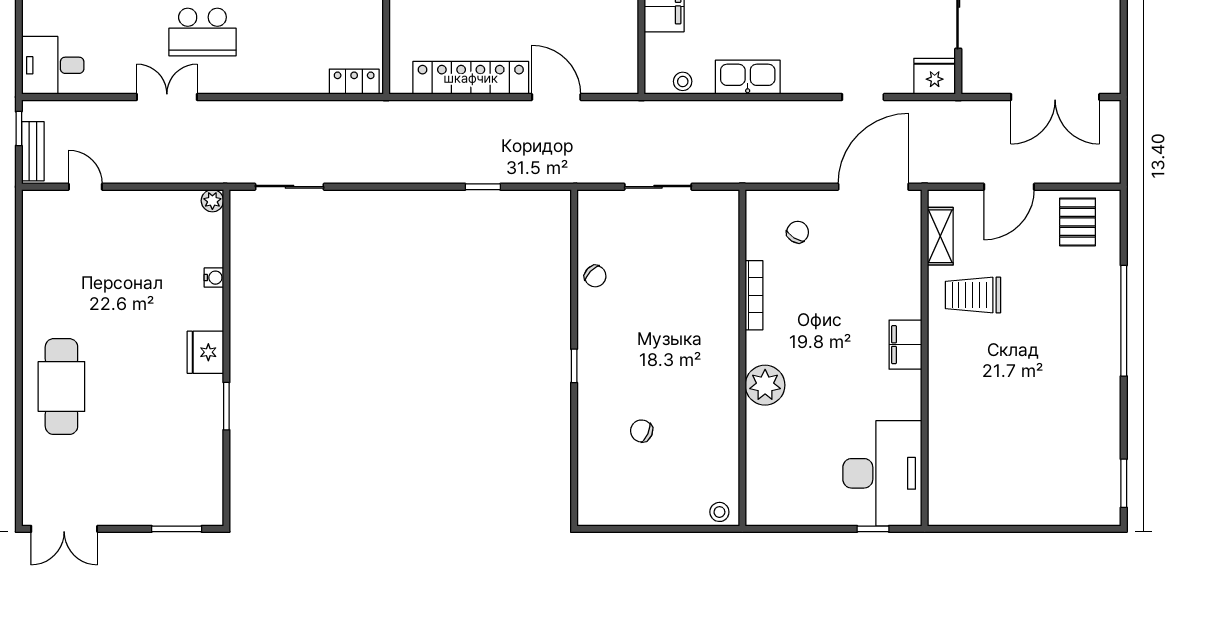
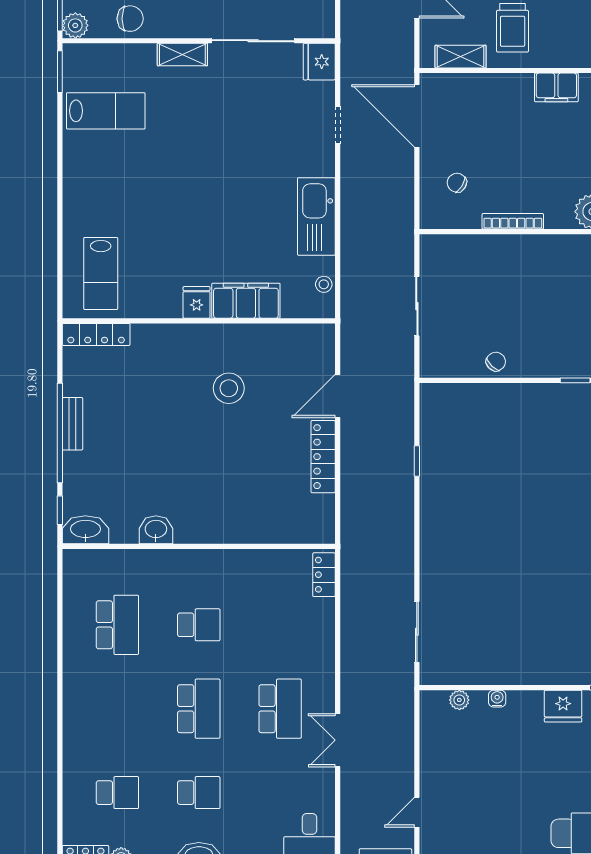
kitchen sink: (748, 77) -> (316, 216), width x1.36, depth x1.24
locker: (471, 78) -> (323, 457), width x0.71, depth x0.83
plant: (212, 201) -> (459, 700), moved

